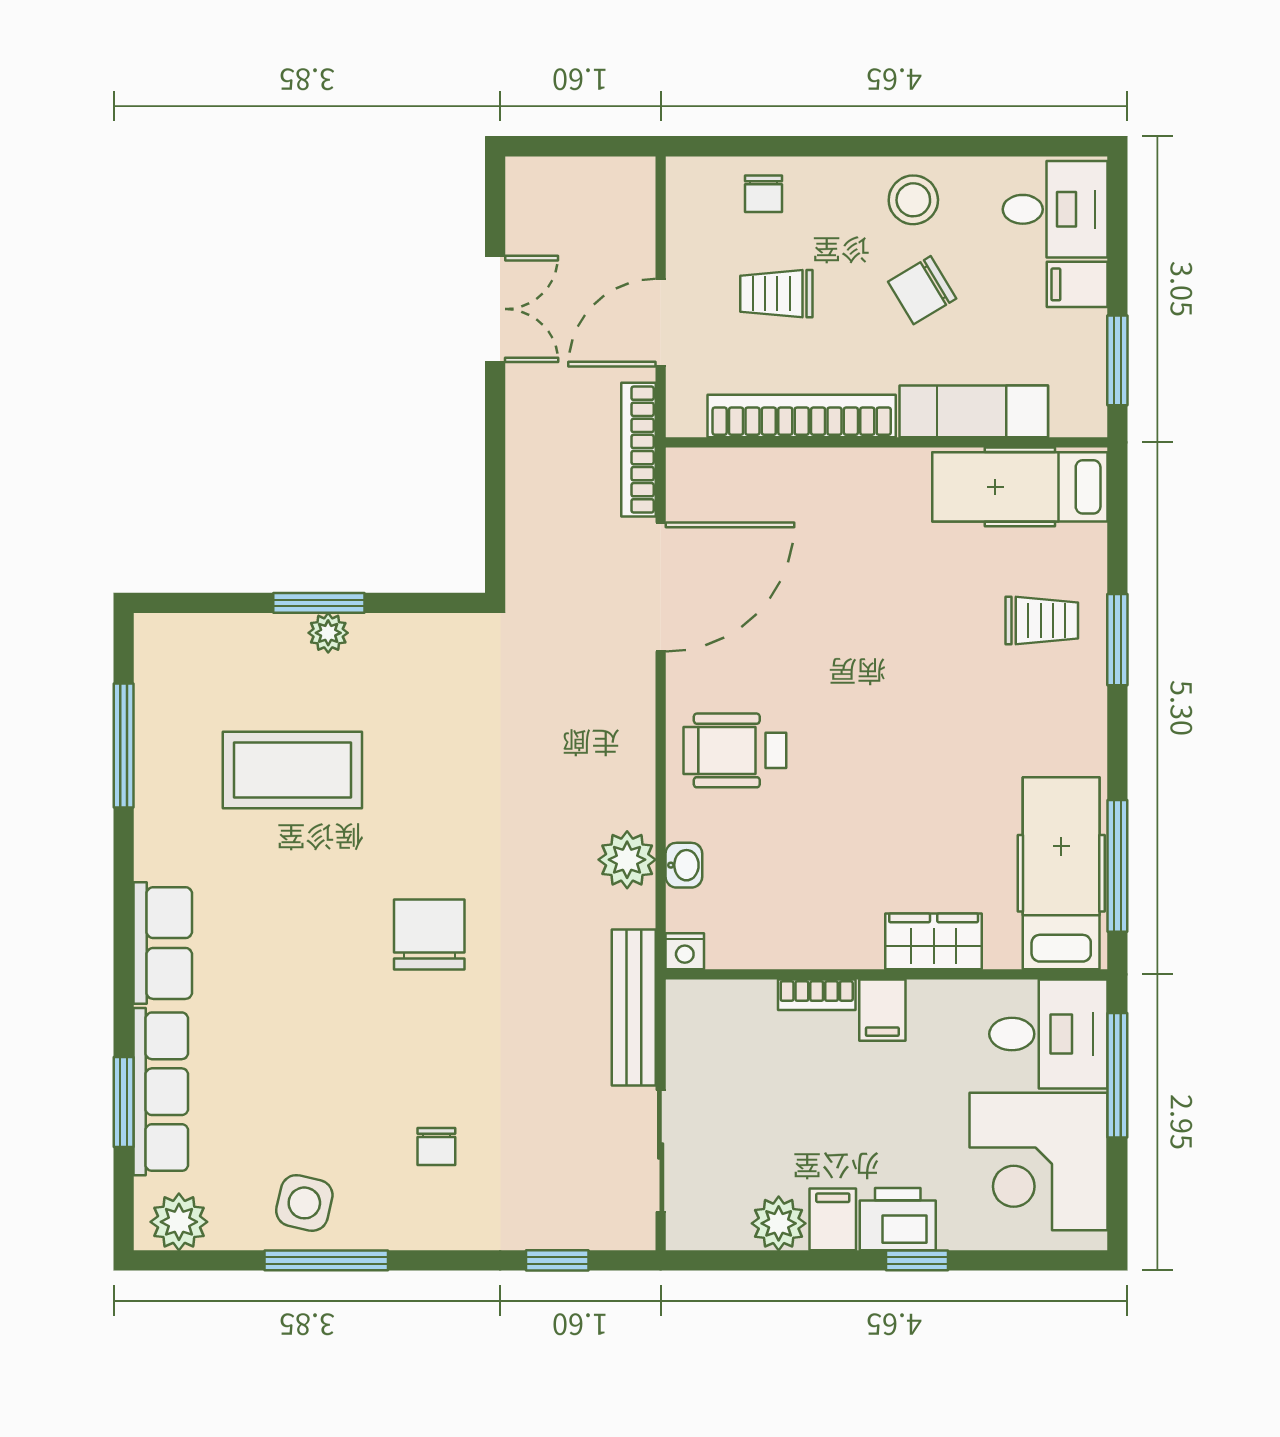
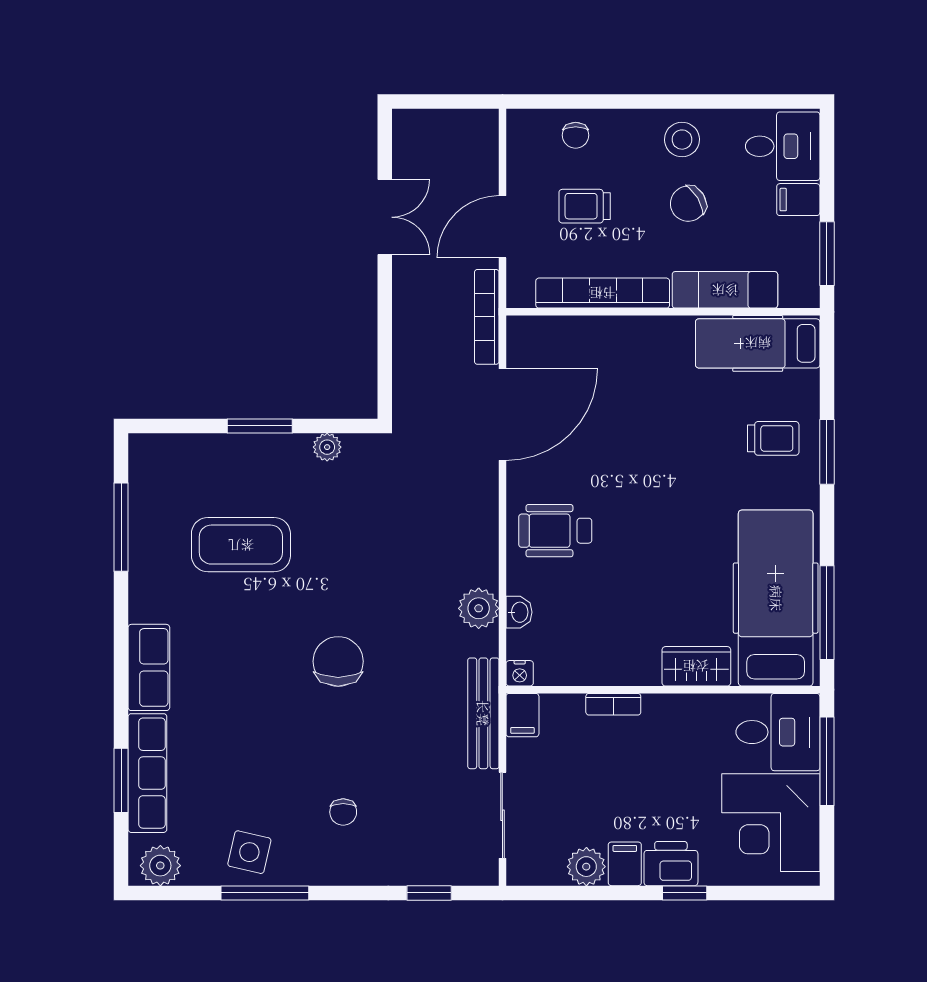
plant: (328, 633) -> (327, 447), moved
hospital bed: (1061, 873) -> (776, 598), width x1.37, depth x1.29
filing cabinet: (882, 1010) -> (522, 715), moved

